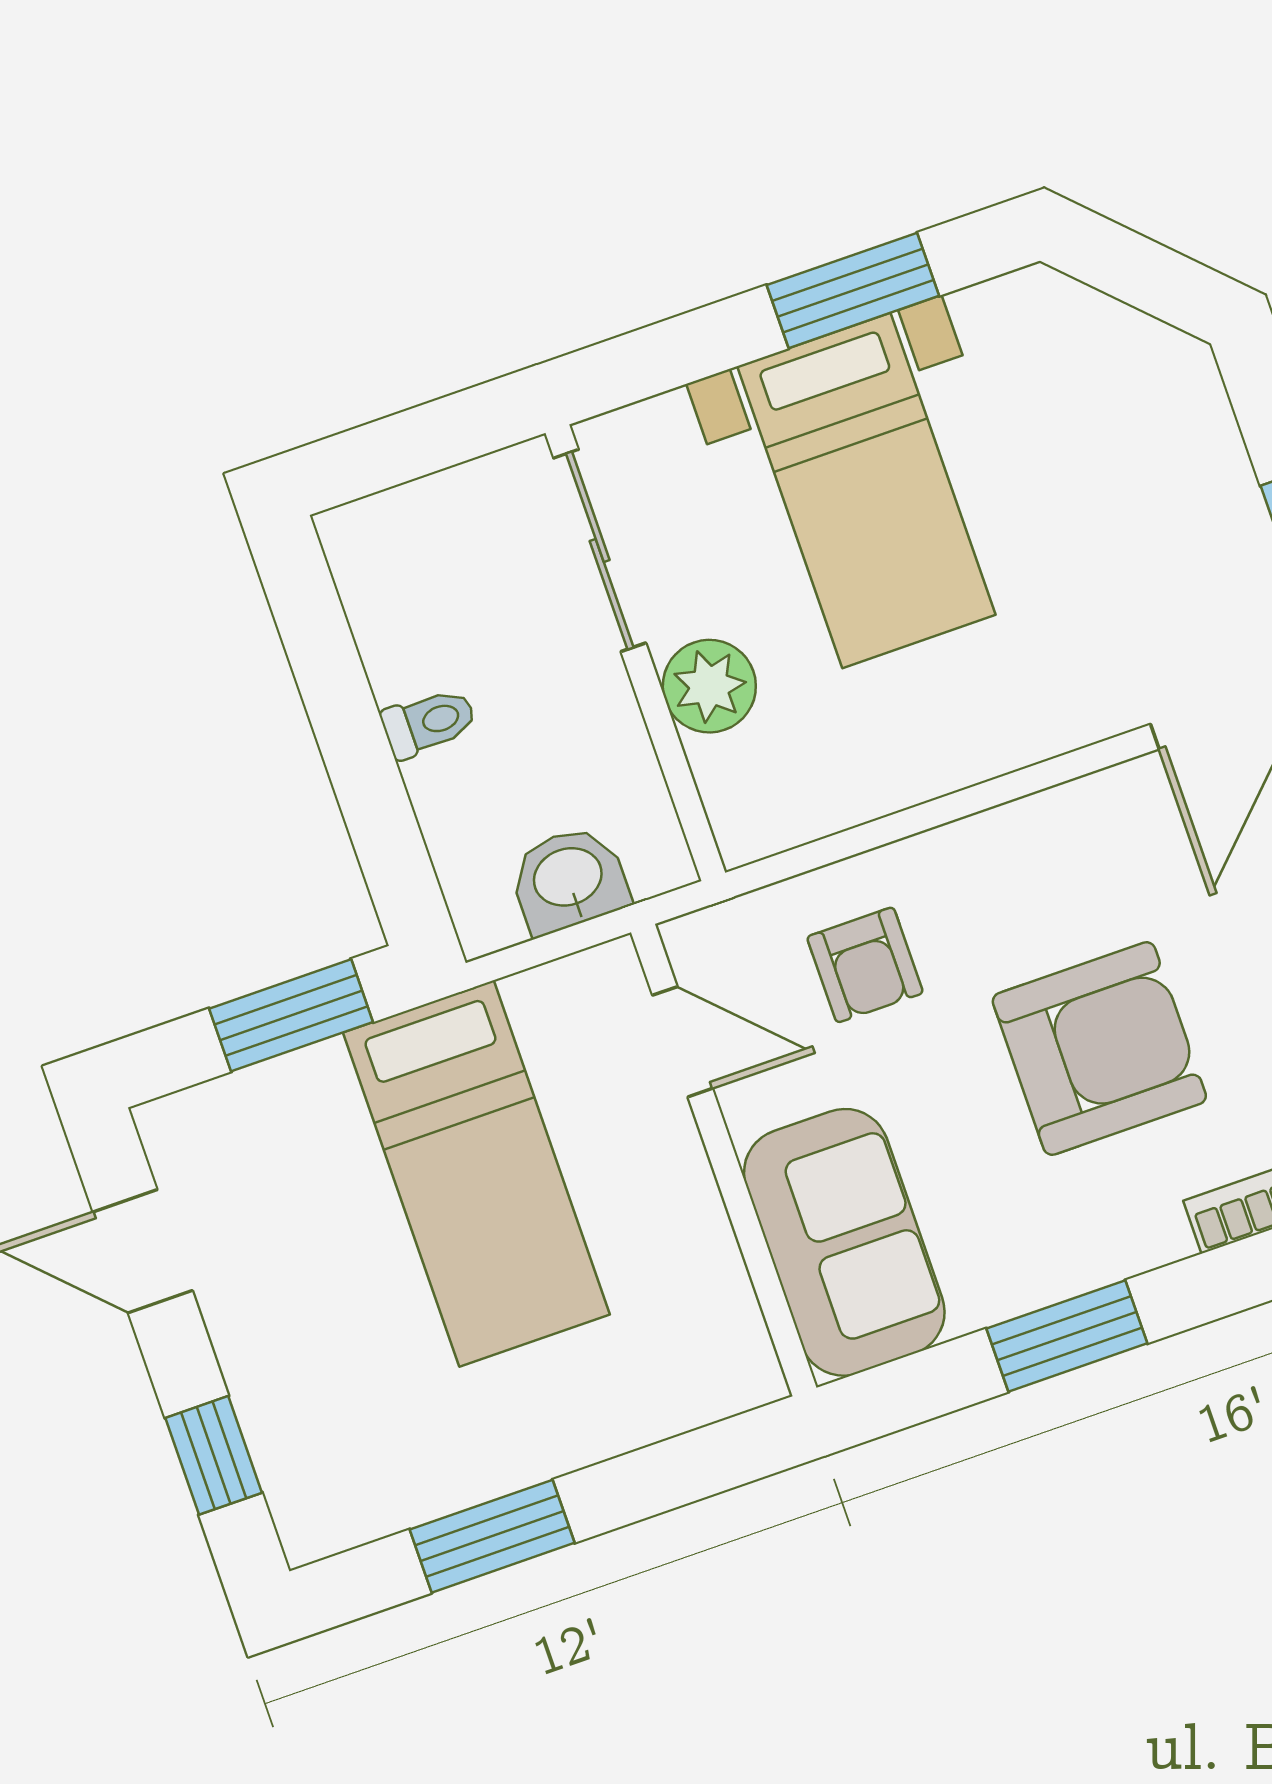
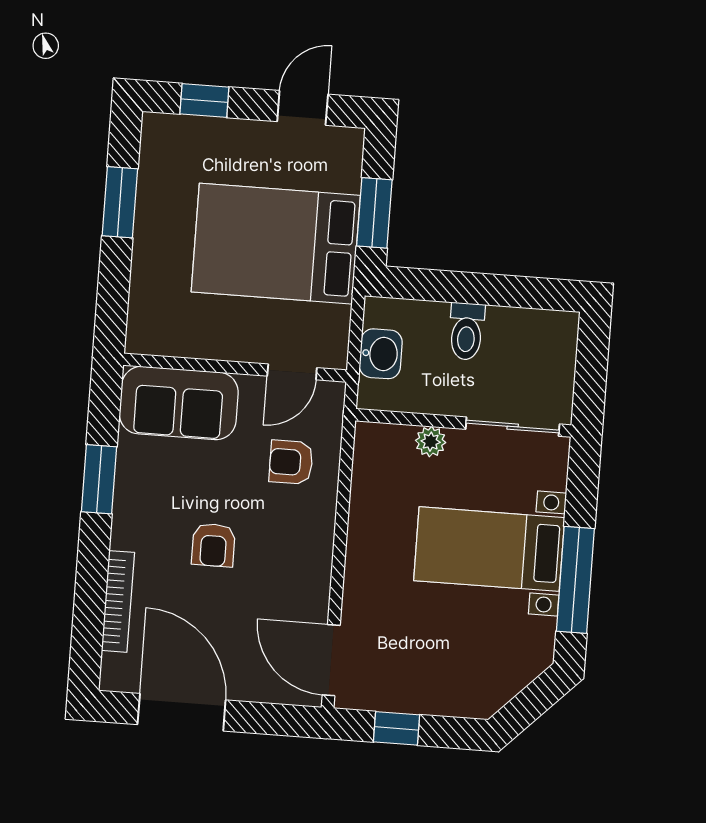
window: (853, 290) -> (575, 580), width x1.44
plant: (709, 686) -> (431, 442), width x0.73, depth x0.73
toilet: (429, 723) -> (467, 331), width x1.37, depth x1.39
armchair: (1099, 1048) -> (213, 545), width x0.53, depth x0.53
bed: (476, 1173) -> (276, 244), width x1.50

